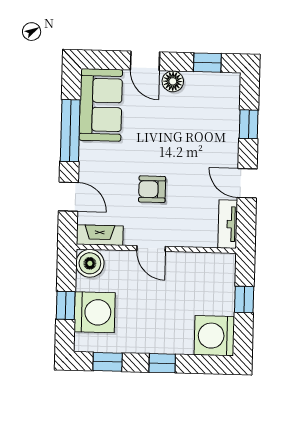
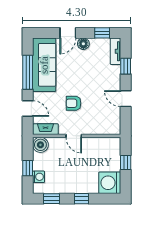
door: (145, 61) -> (68, 33), hinge flipped
sofa: (101, 105) -> (44, 65), width x1.36
tv unit: (228, 224) -> (116, 51), moved
washing machine: (95, 312) -> (39, 177), width x0.53, depth x0.53

